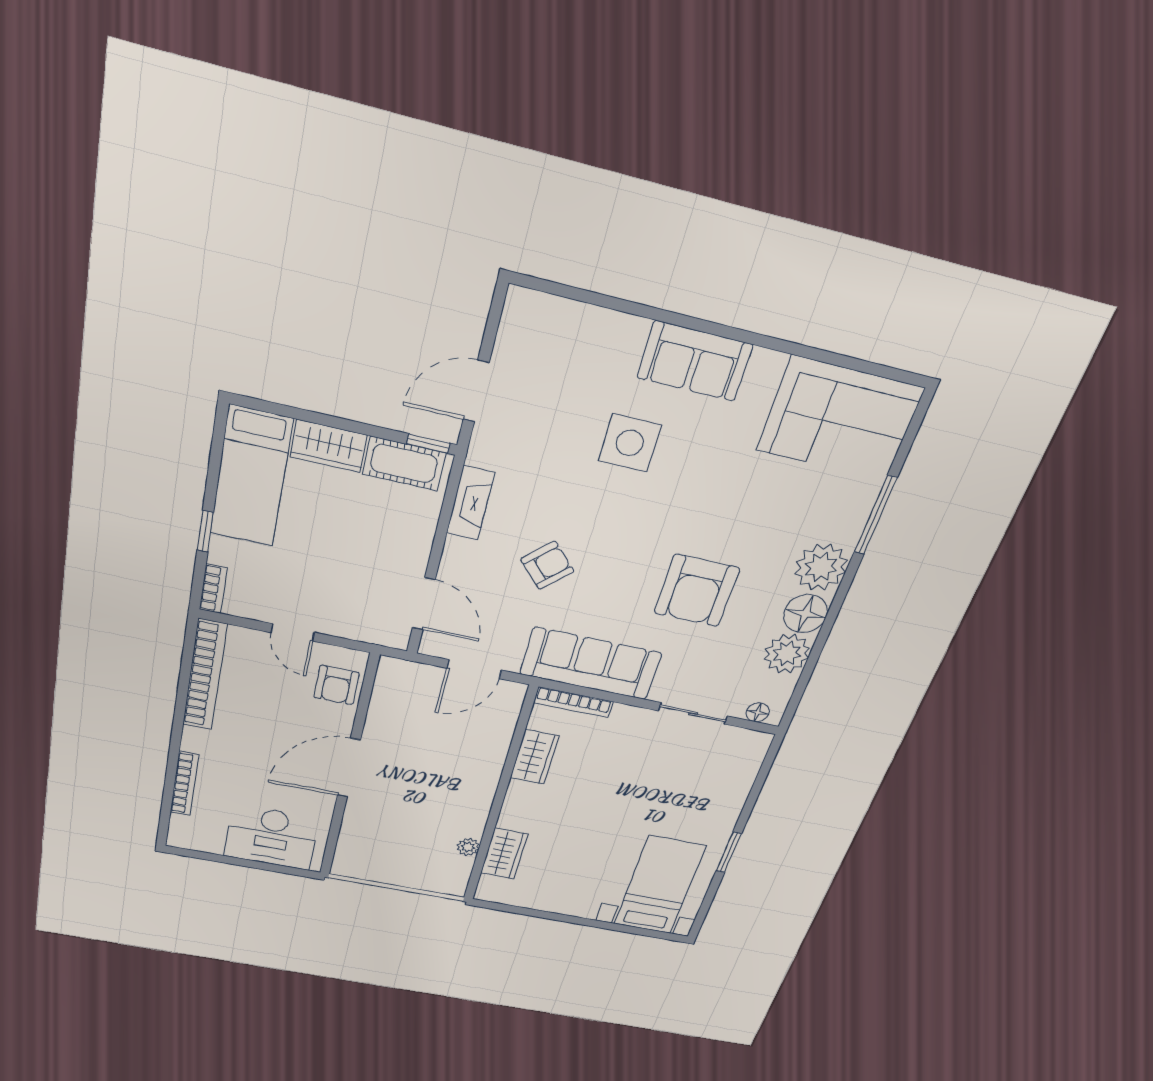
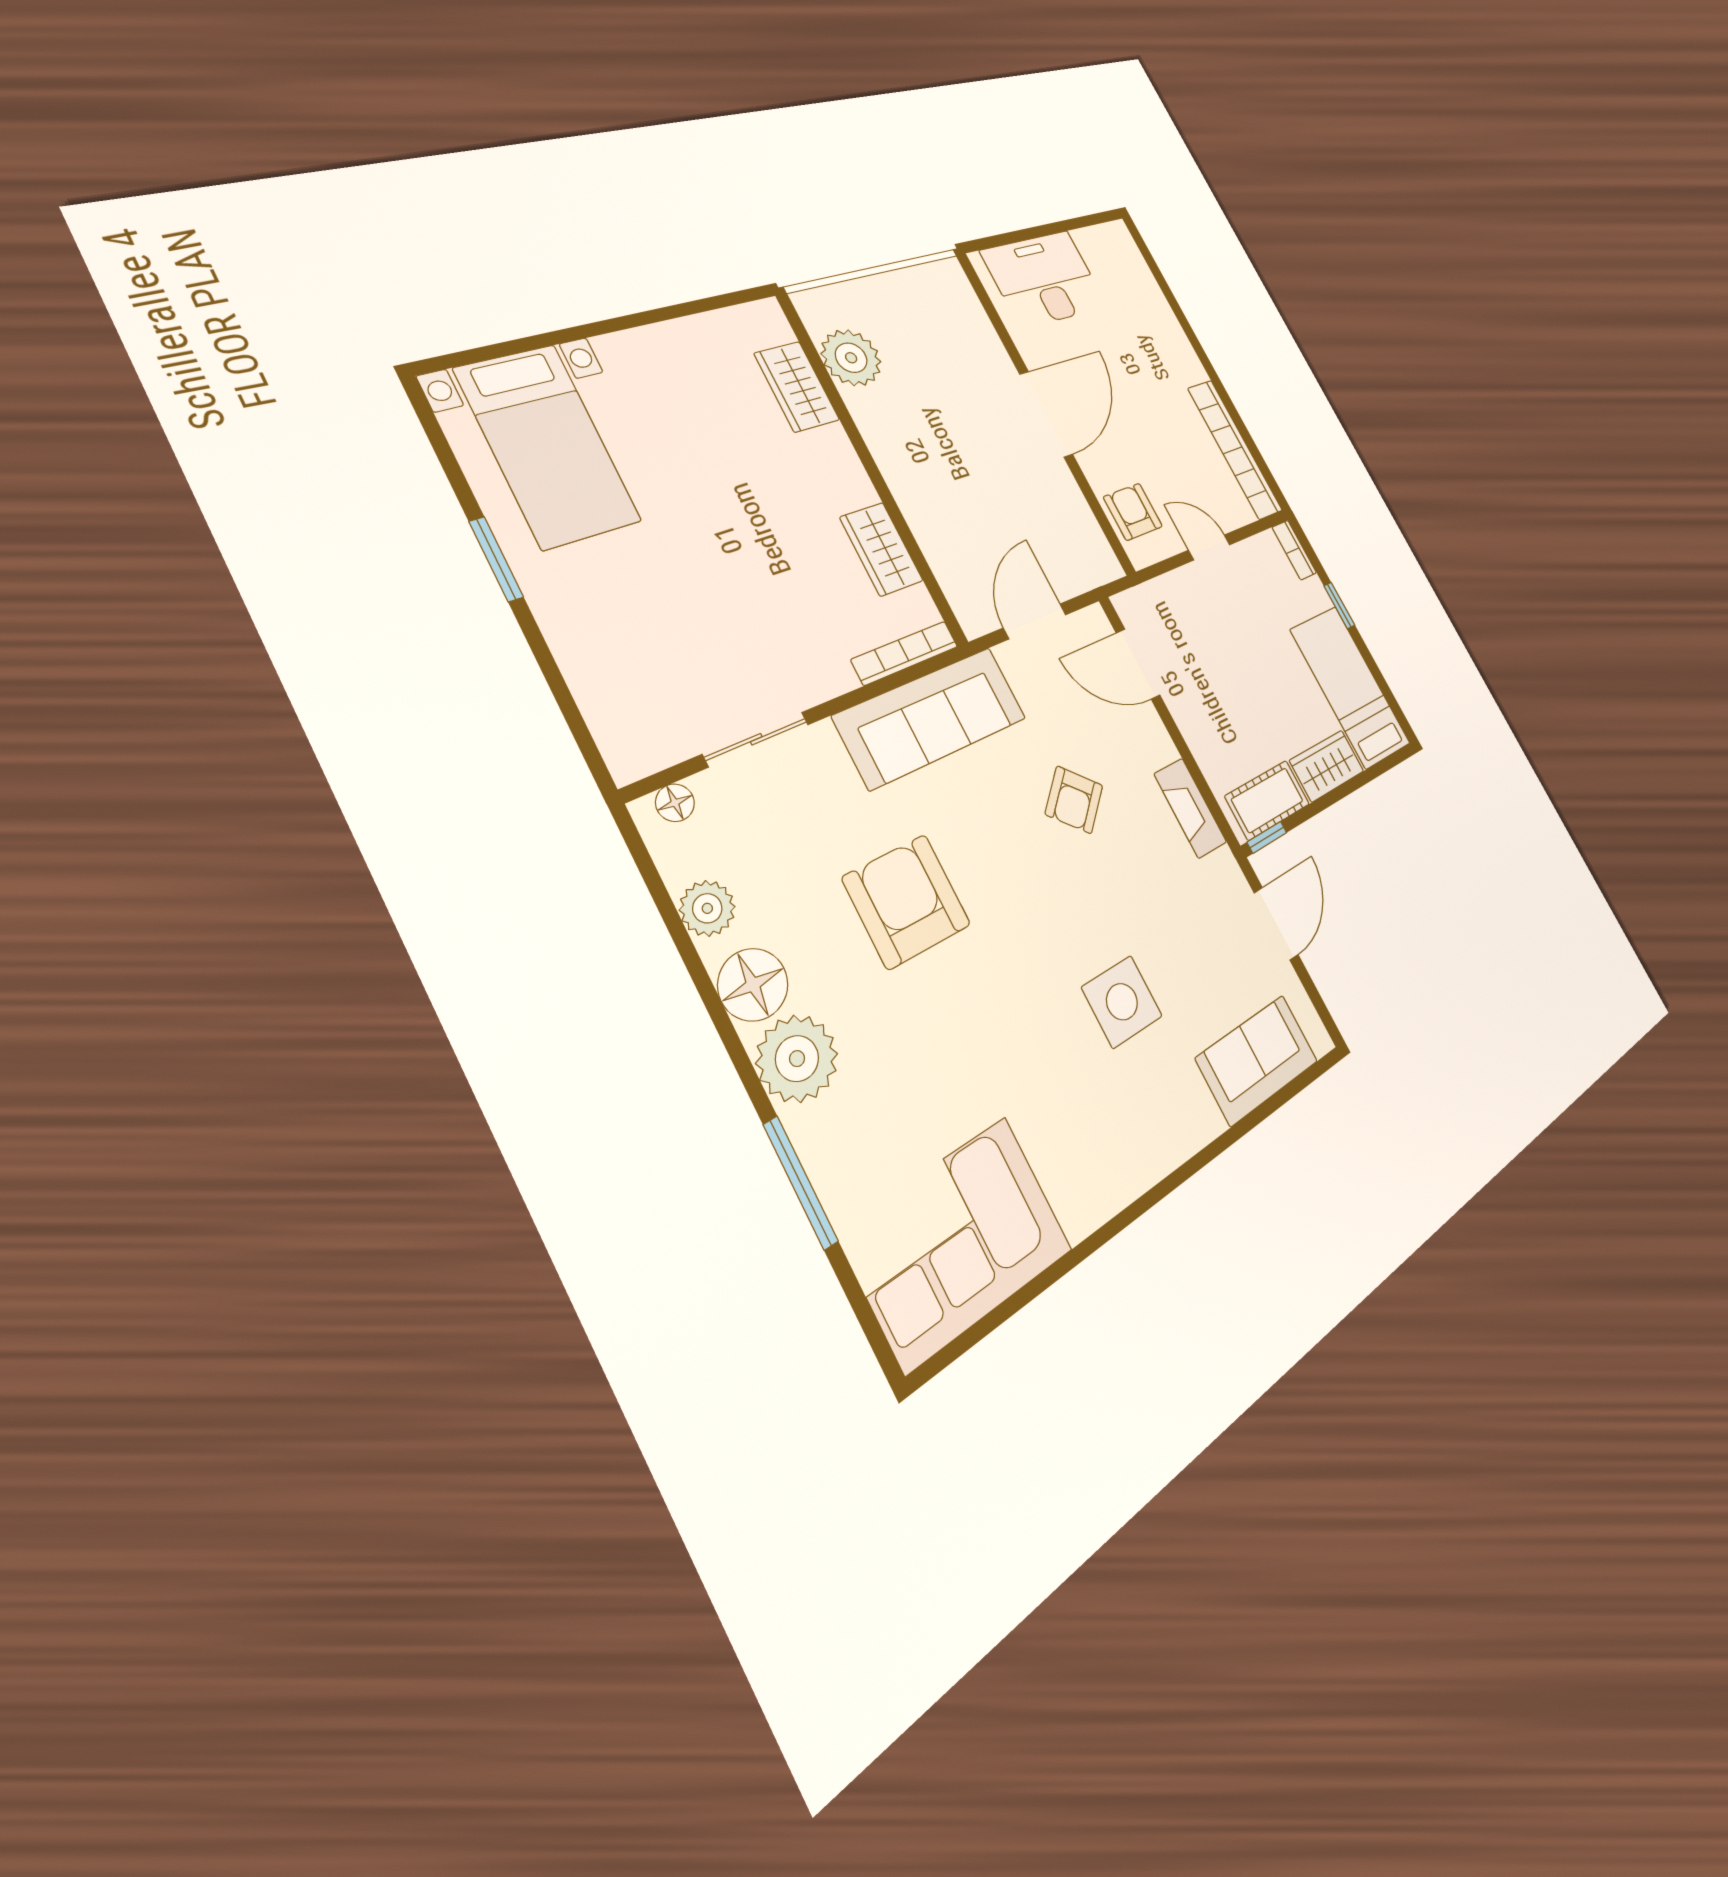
sofa: (695, 361) -> (1257, 1060), moved
plant: (787, 654) -> (707, 908), width x0.73, depth x0.73
bookcase: (184, 784) -> (1161, 308), removed
plant: (468, 847) -> (851, 358), width x1.87, depth x1.87

